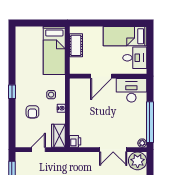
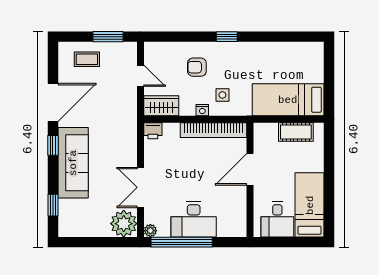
door: (101, 76) -> (250, 169), hinge flipped
desk: (131, 90) -> (194, 219), moved, turned 90
bookcase: (75, 101) -> (213, 130), added

